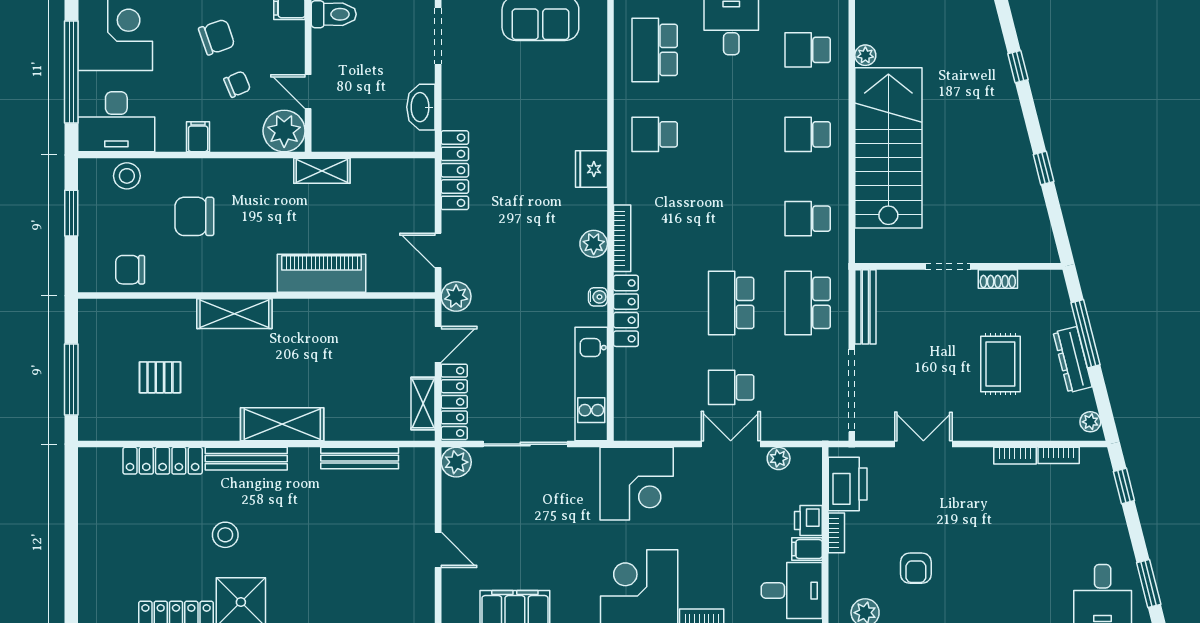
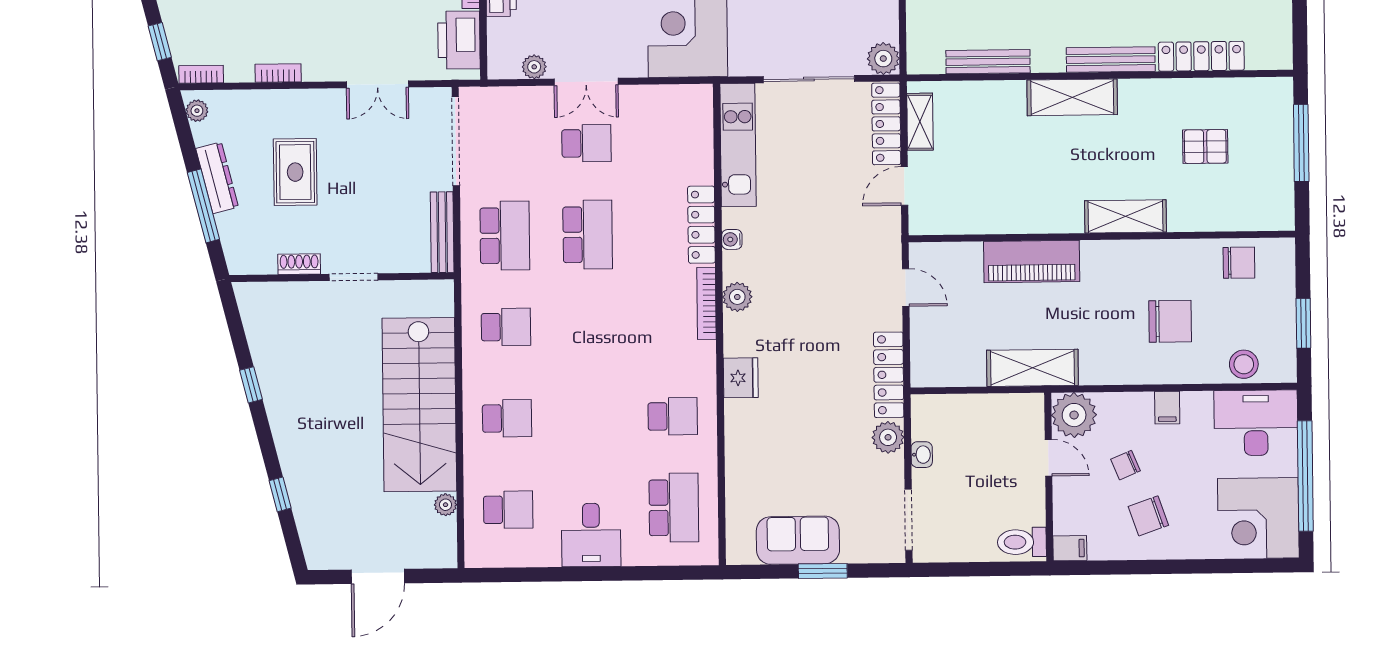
washbasin: (421, 107) -> (922, 455), width x0.52, depth x0.69
shelving: (322, 171) -> (1032, 368), width x1.50, depth x1.33
plant: (456, 296) -> (888, 437), moved
bookcase: (1059, 455) -> (201, 74), moved

